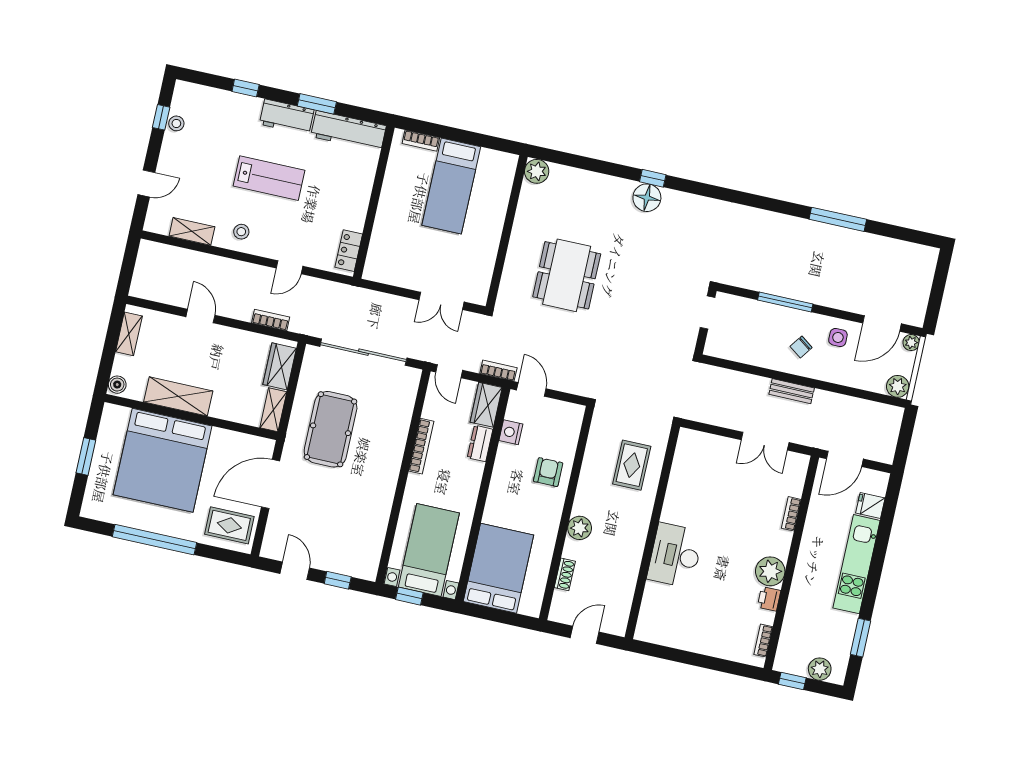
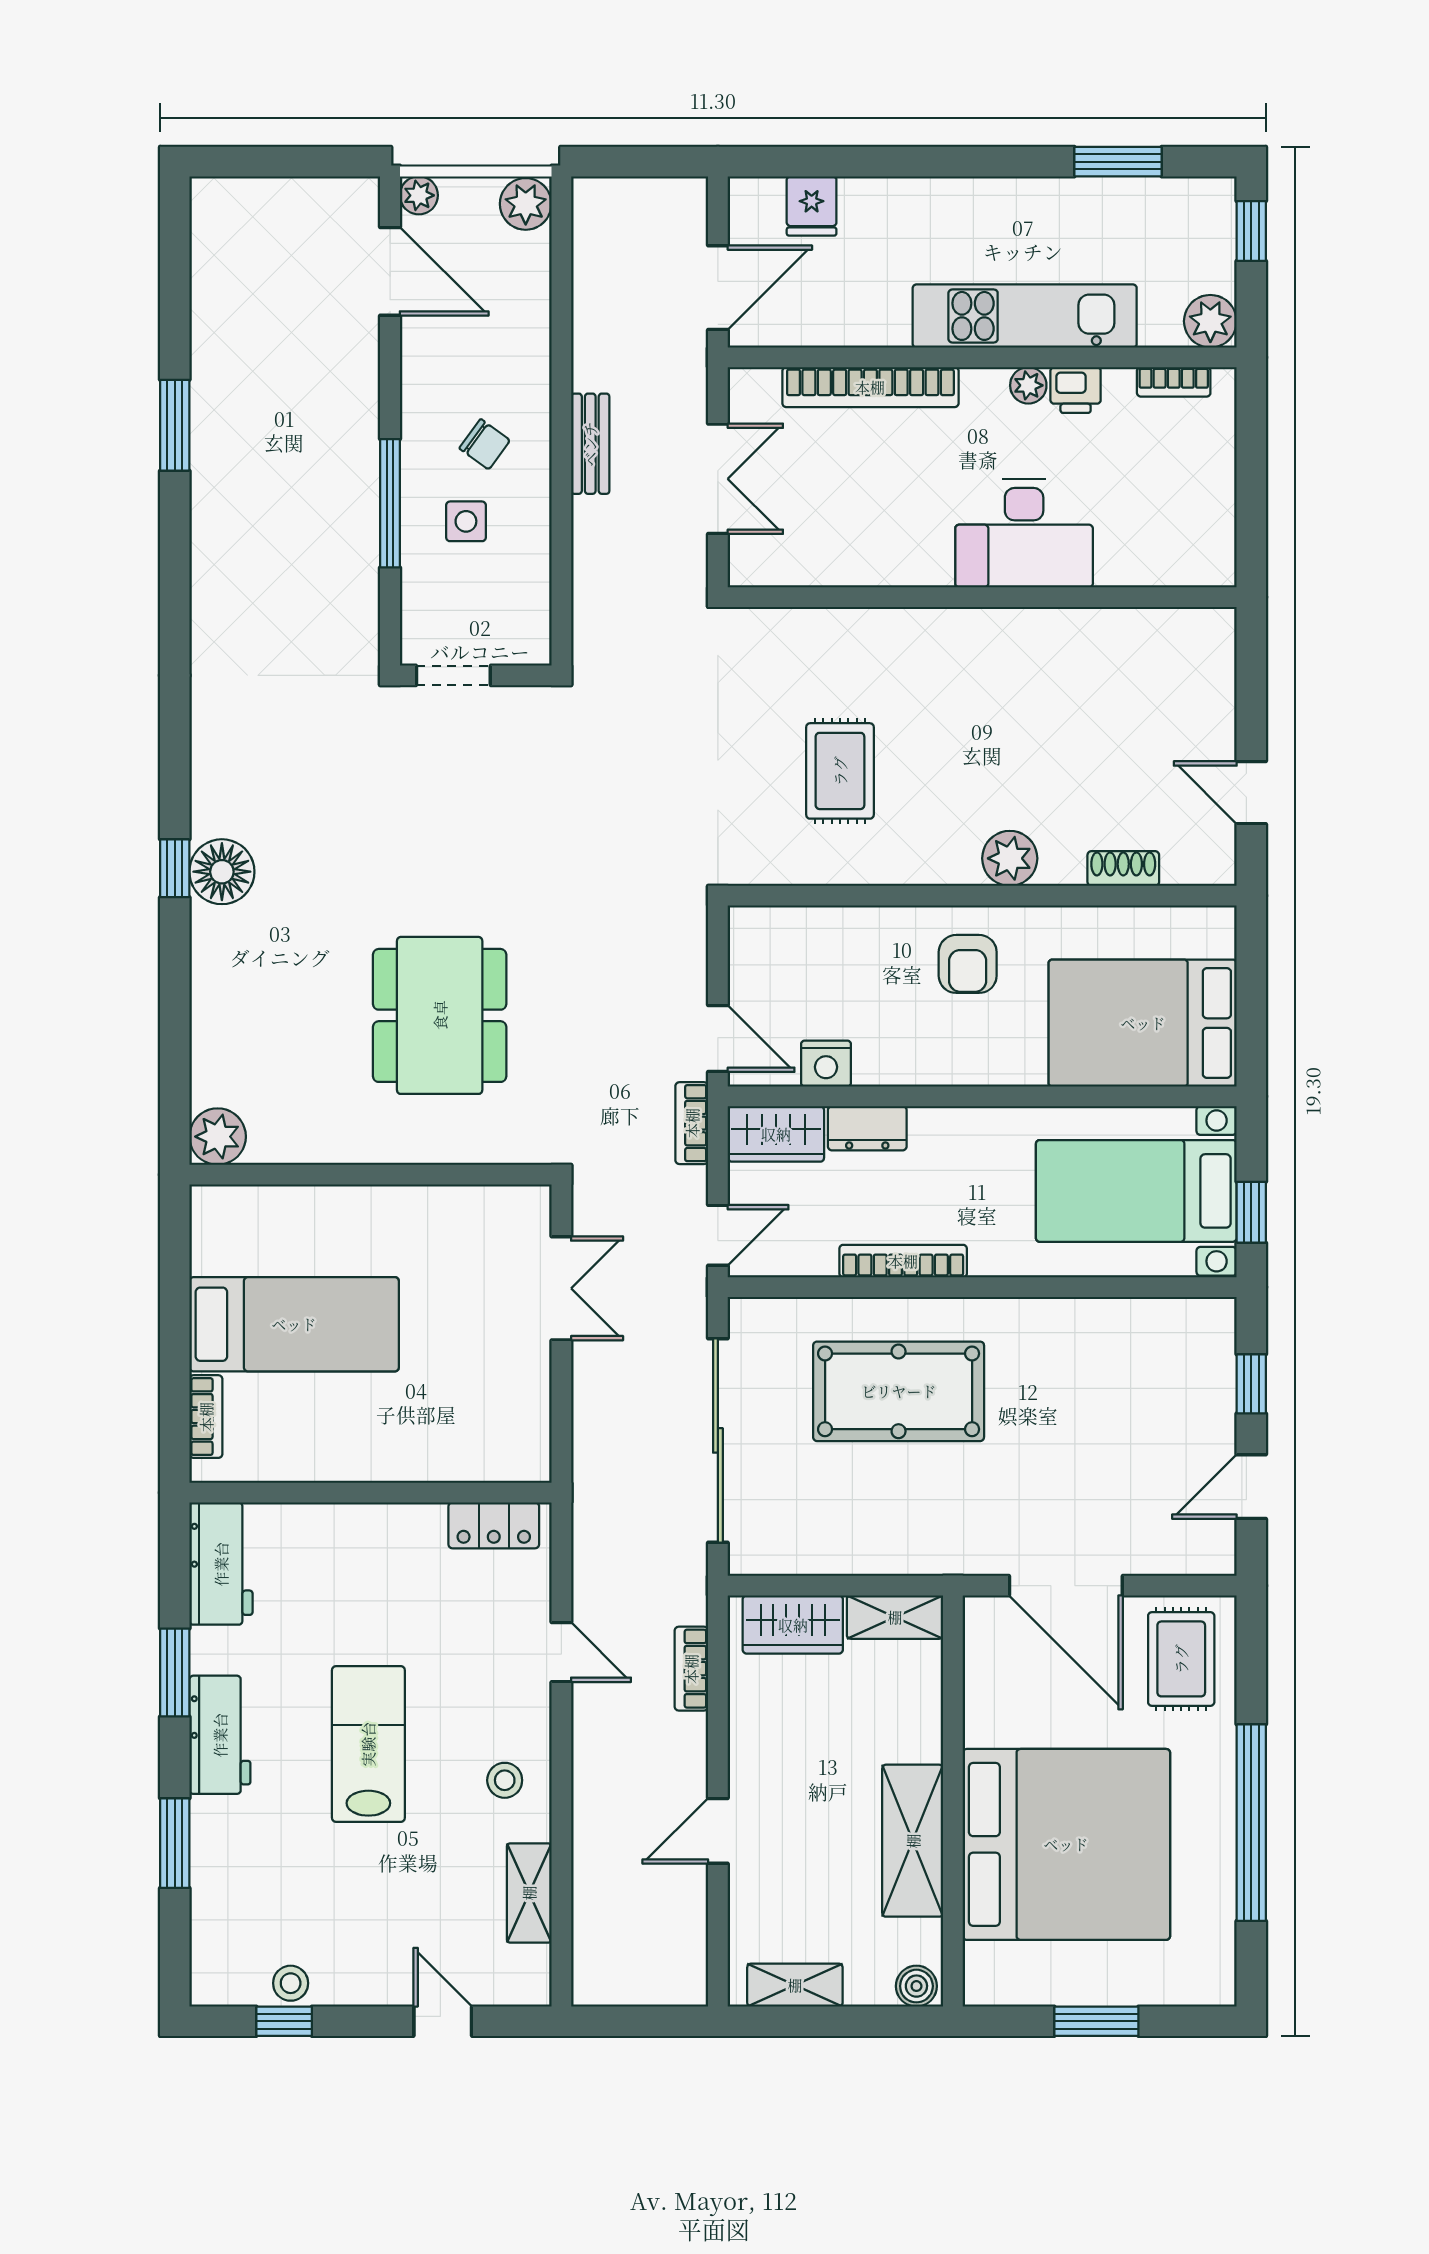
window: (246, 88) -> (175, 1843), width x1.50
workbench: (348, 131) -> (221, 1564), width x0.73
window: (838, 219) -> (175, 425), width x0.69
dining table: (567, 275) -> (440, 1015), turned 90
side table: (838, 337) -> (466, 521), moved
door: (531, 389) -> (718, 1039), swing flipped
pool table: (331, 429) -> (899, 1391), moved
door: (845, 459) -> (718, 288), hinge flipped
rug: (632, 465) -> (840, 771), turned 90
armchair: (548, 472) -> (968, 964), moved, turned -90
bookcase: (791, 514) -> (870, 387), width x2.31, depth x1.31
wall: (652, 532) -> (982, 597), moved
desk: (675, 555) -> (1024, 533), moved
kitchen unit: (857, 564) -> (1025, 316), moved, turned 180
plant: (770, 571) -> (1028, 385), width x0.53, depth x0.53
plant: (820, 669) -> (1210, 321), moved
window: (792, 681) -> (1251, 231), moved

